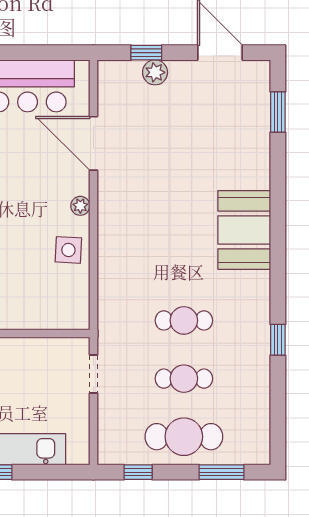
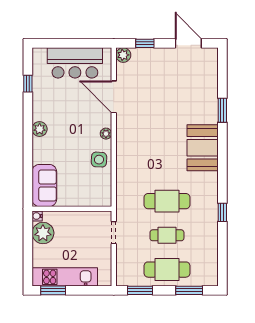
plant: (155, 72) -> (123, 55), moved
window: (278, 112) -> (222, 110), moved
cafe table: (184, 320) -> (167, 201), width x1.37, depth x1.35
window: (138, 472) -> (140, 290), width x1.50

